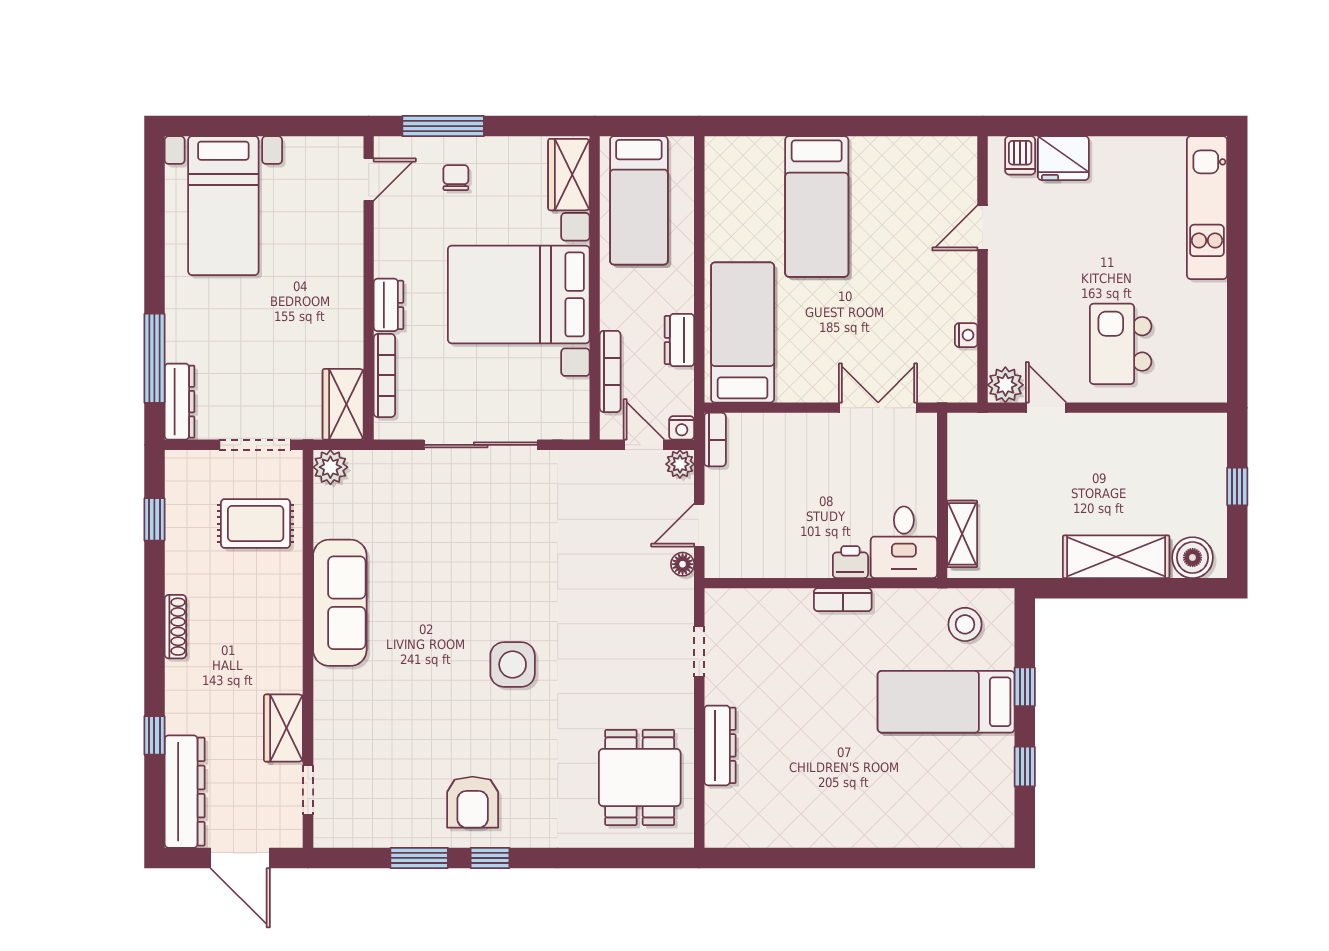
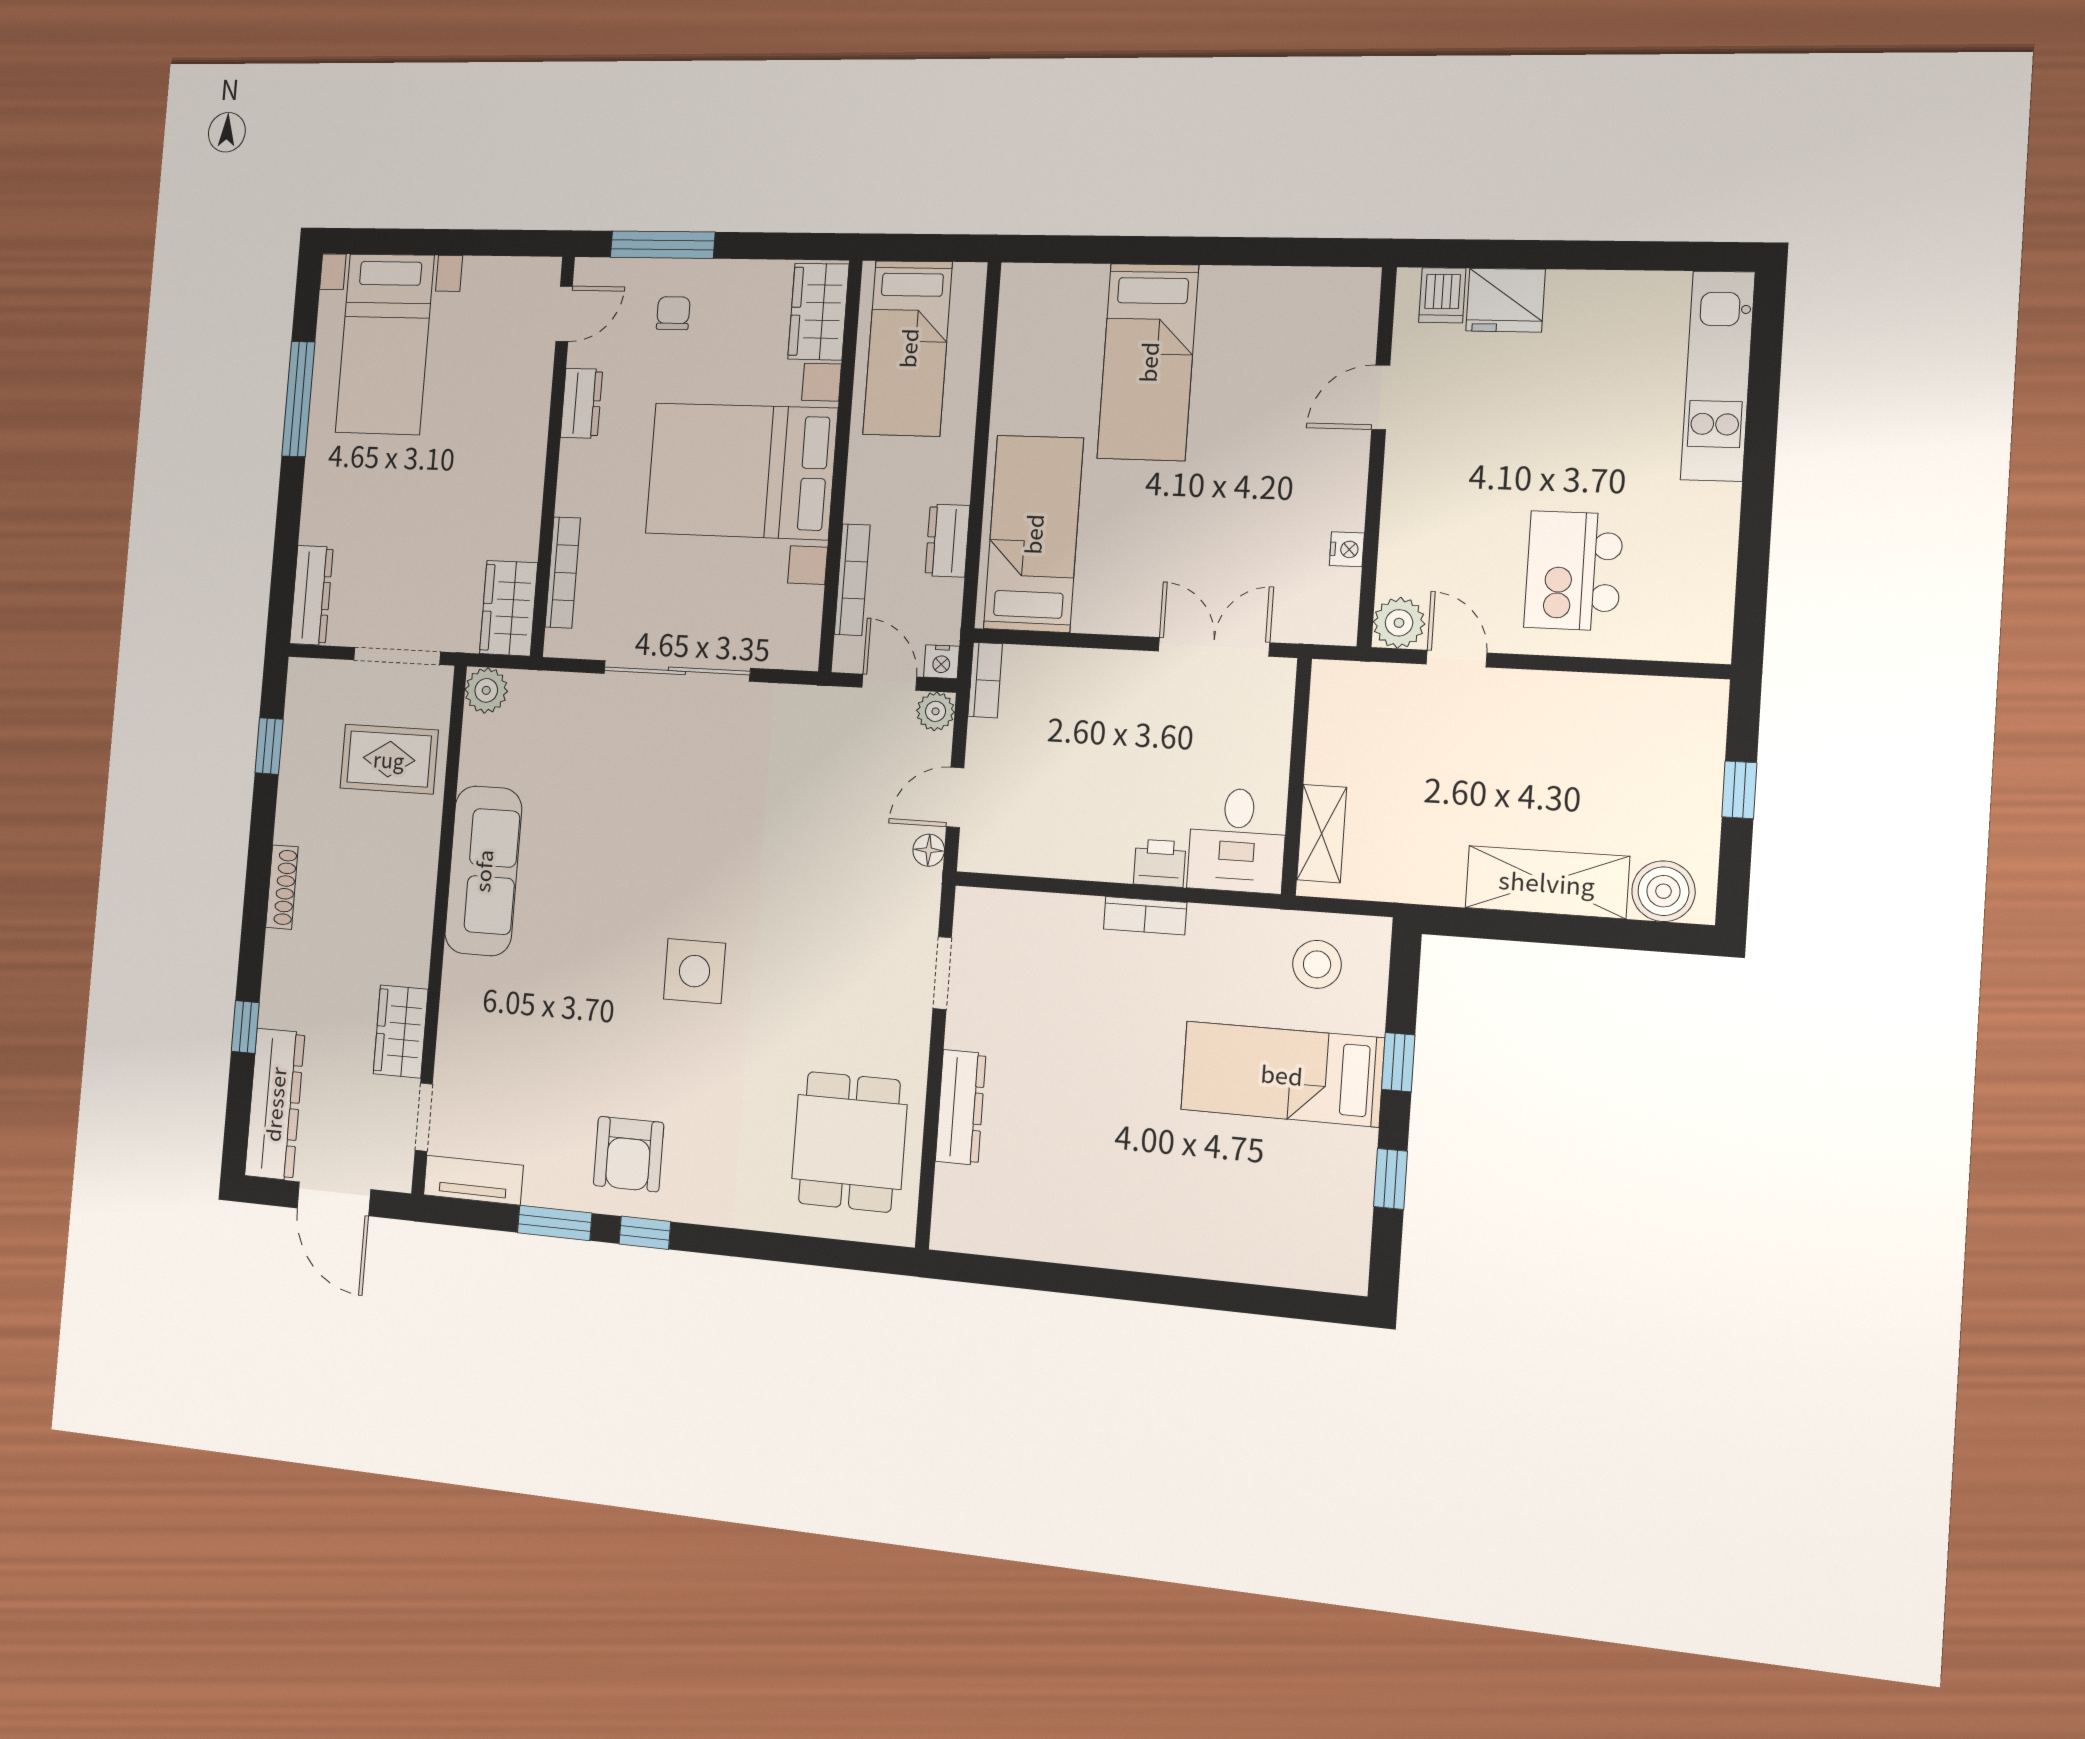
dresser: (388, 305) -> (582, 403), moved
window: (154, 358) -> (298, 399), moved
tv unit: (352, 833) -> (473, 1180), added

